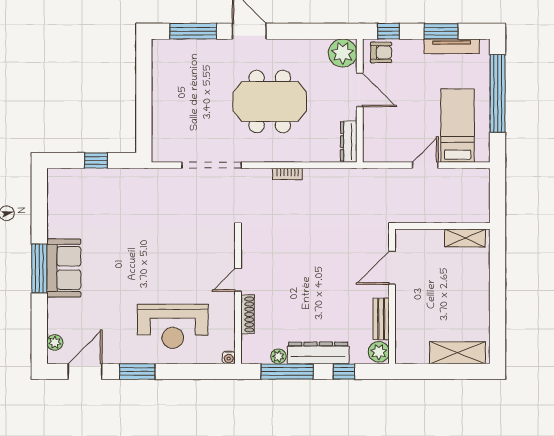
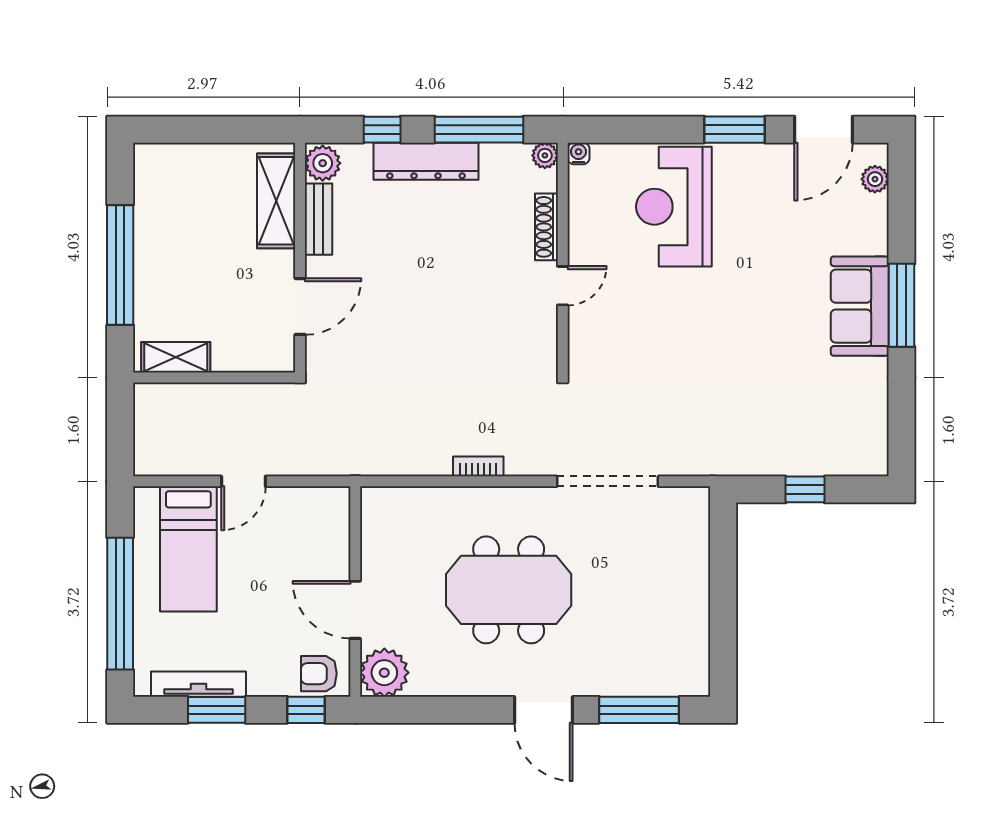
dresser: (349, 142) -> (374, 522), removed
window: (498, 292) -> (120, 265), added
reception desk: (173, 326) -> (674, 207), turned -90
shelving: (458, 353) -> (276, 201), moved, turned 90
plant: (278, 356) -> (545, 155), moved

